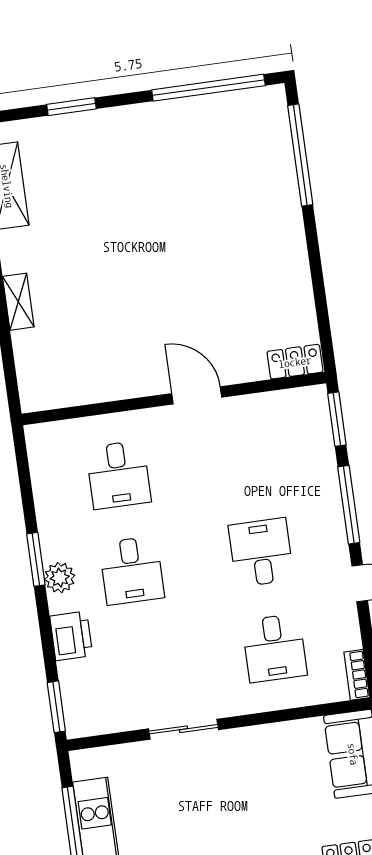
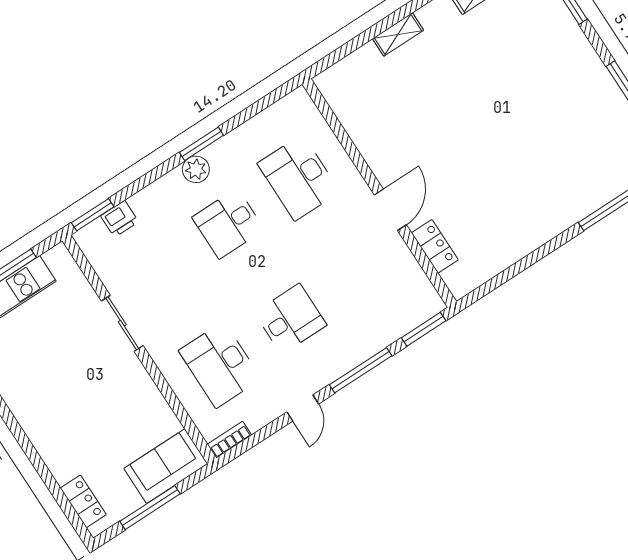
locker: (295, 362) -> (435, 246), moved
desk: (118, 475) -> (299, 178), width x1.37
printer: (71, 636) -> (120, 219), moved, width x0.73, depth x0.81
desk: (274, 648) -> (220, 365), width x1.37

